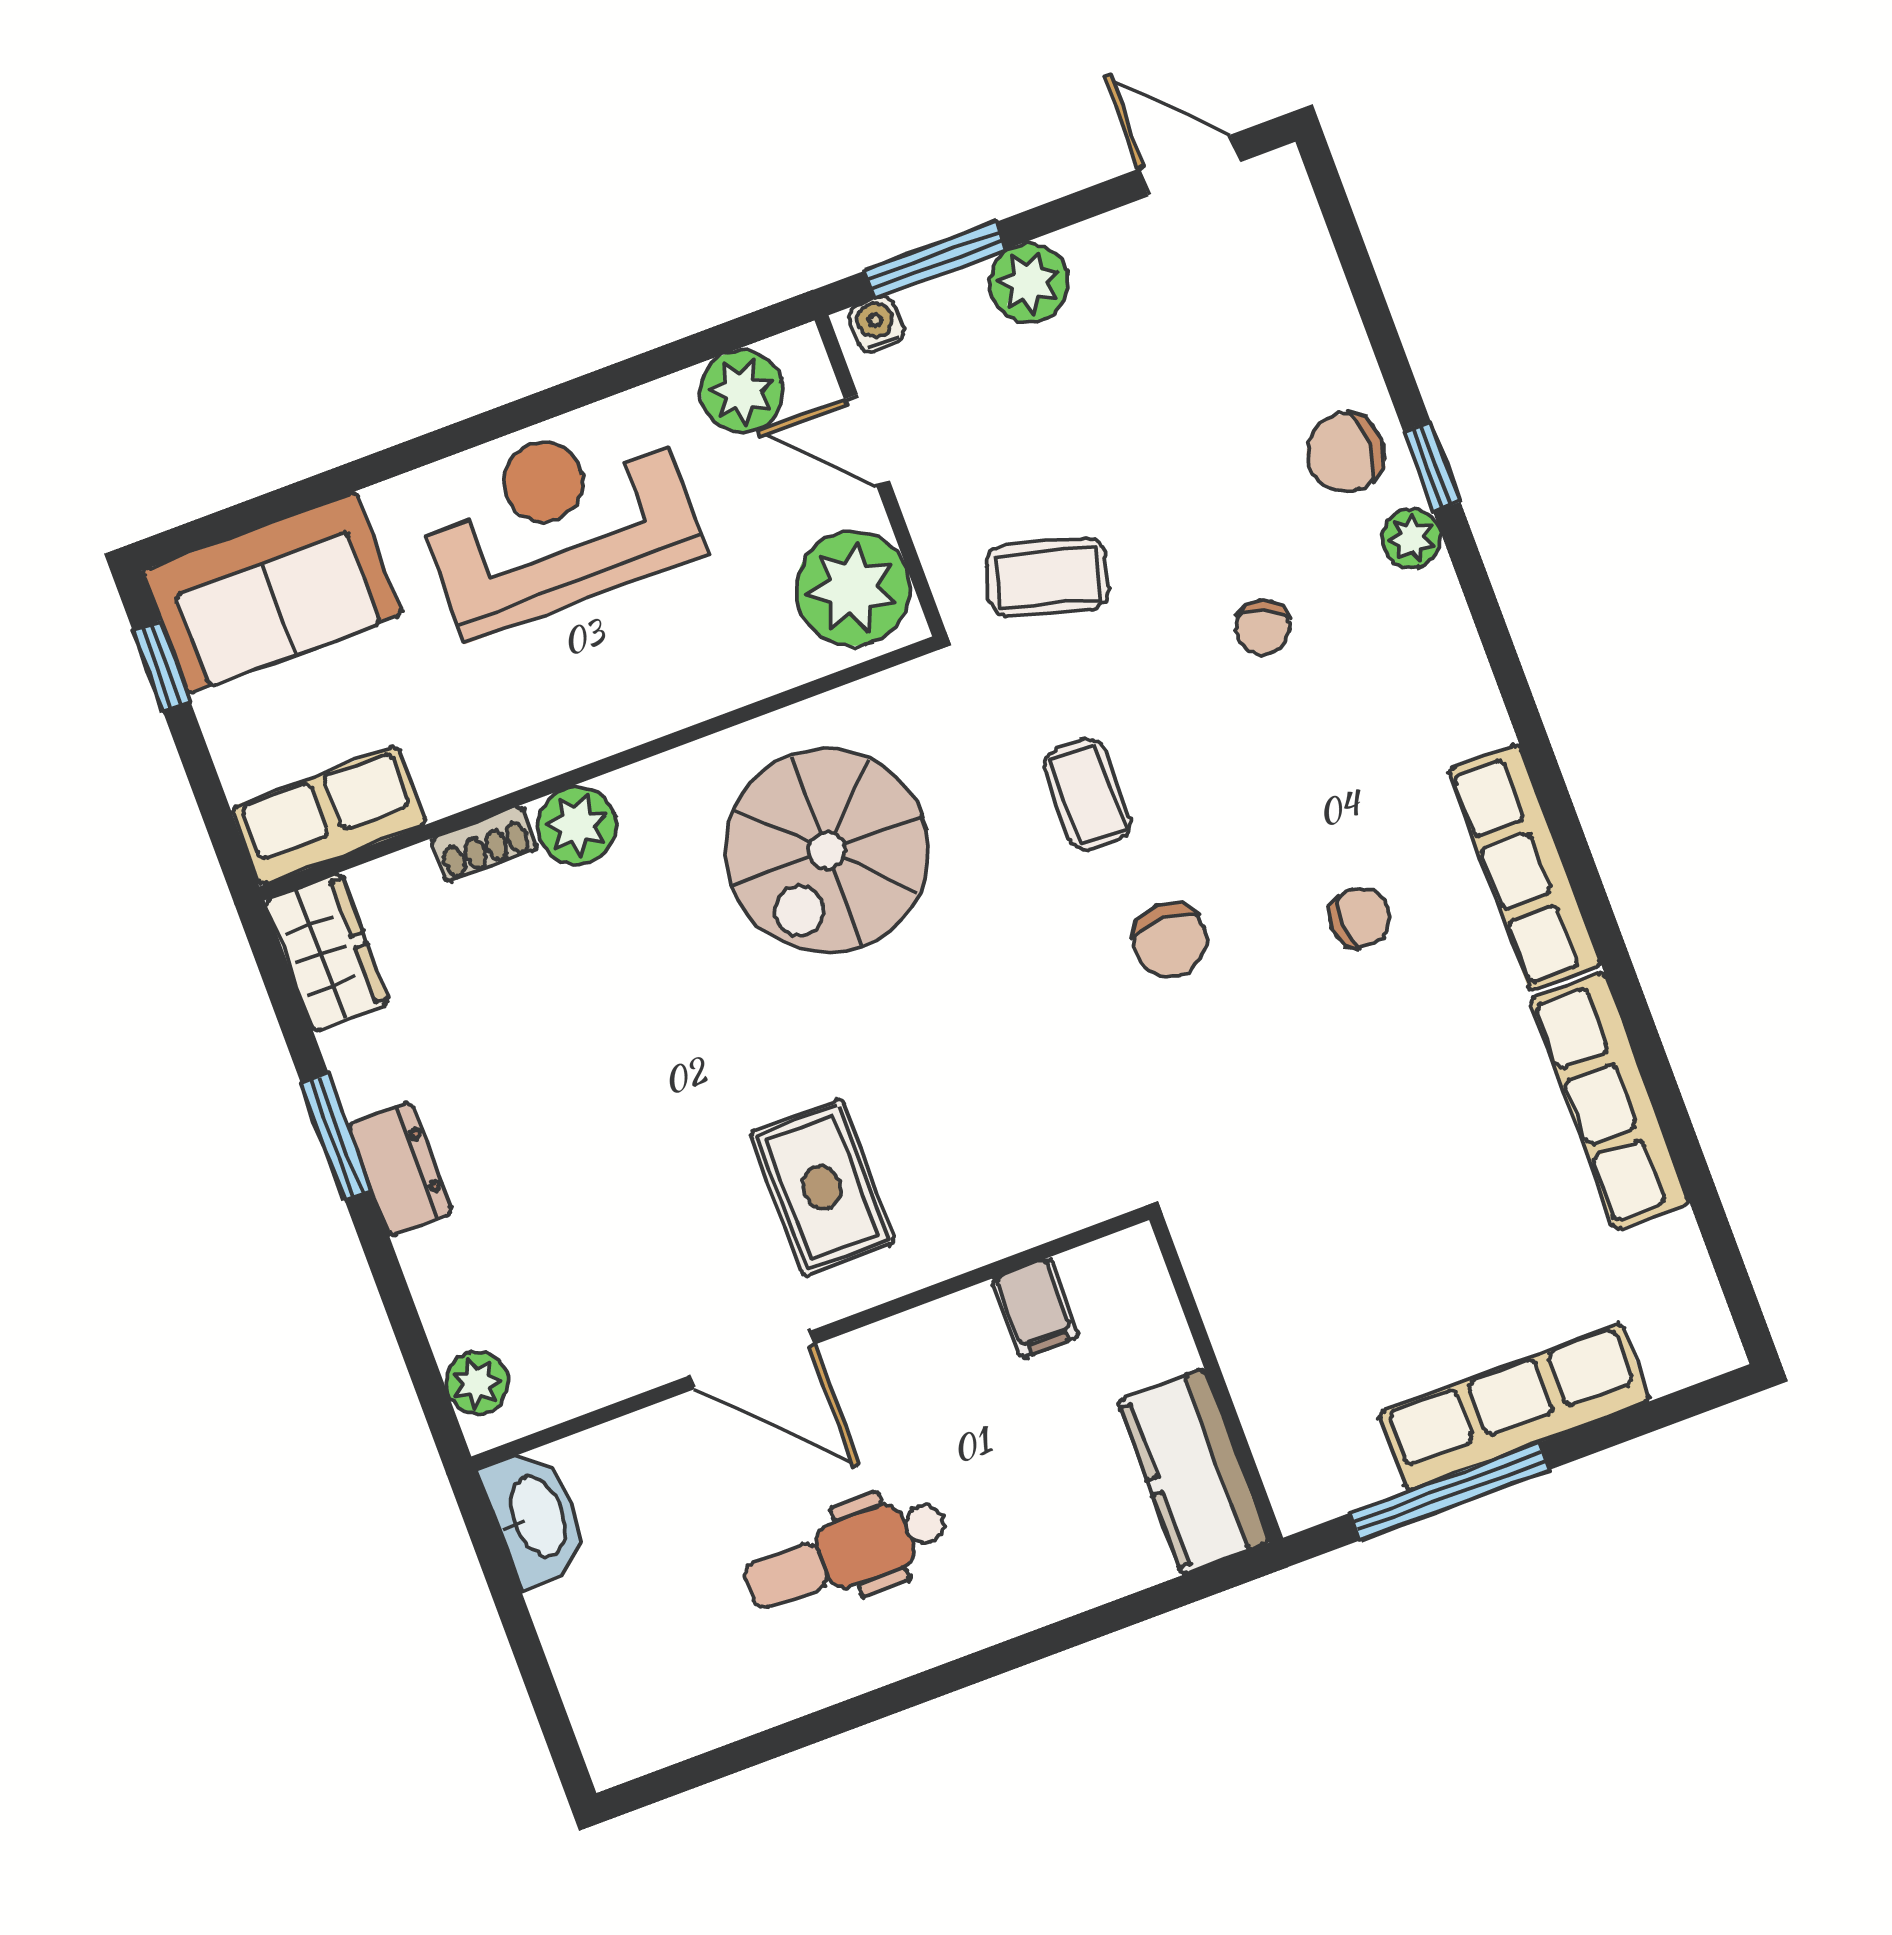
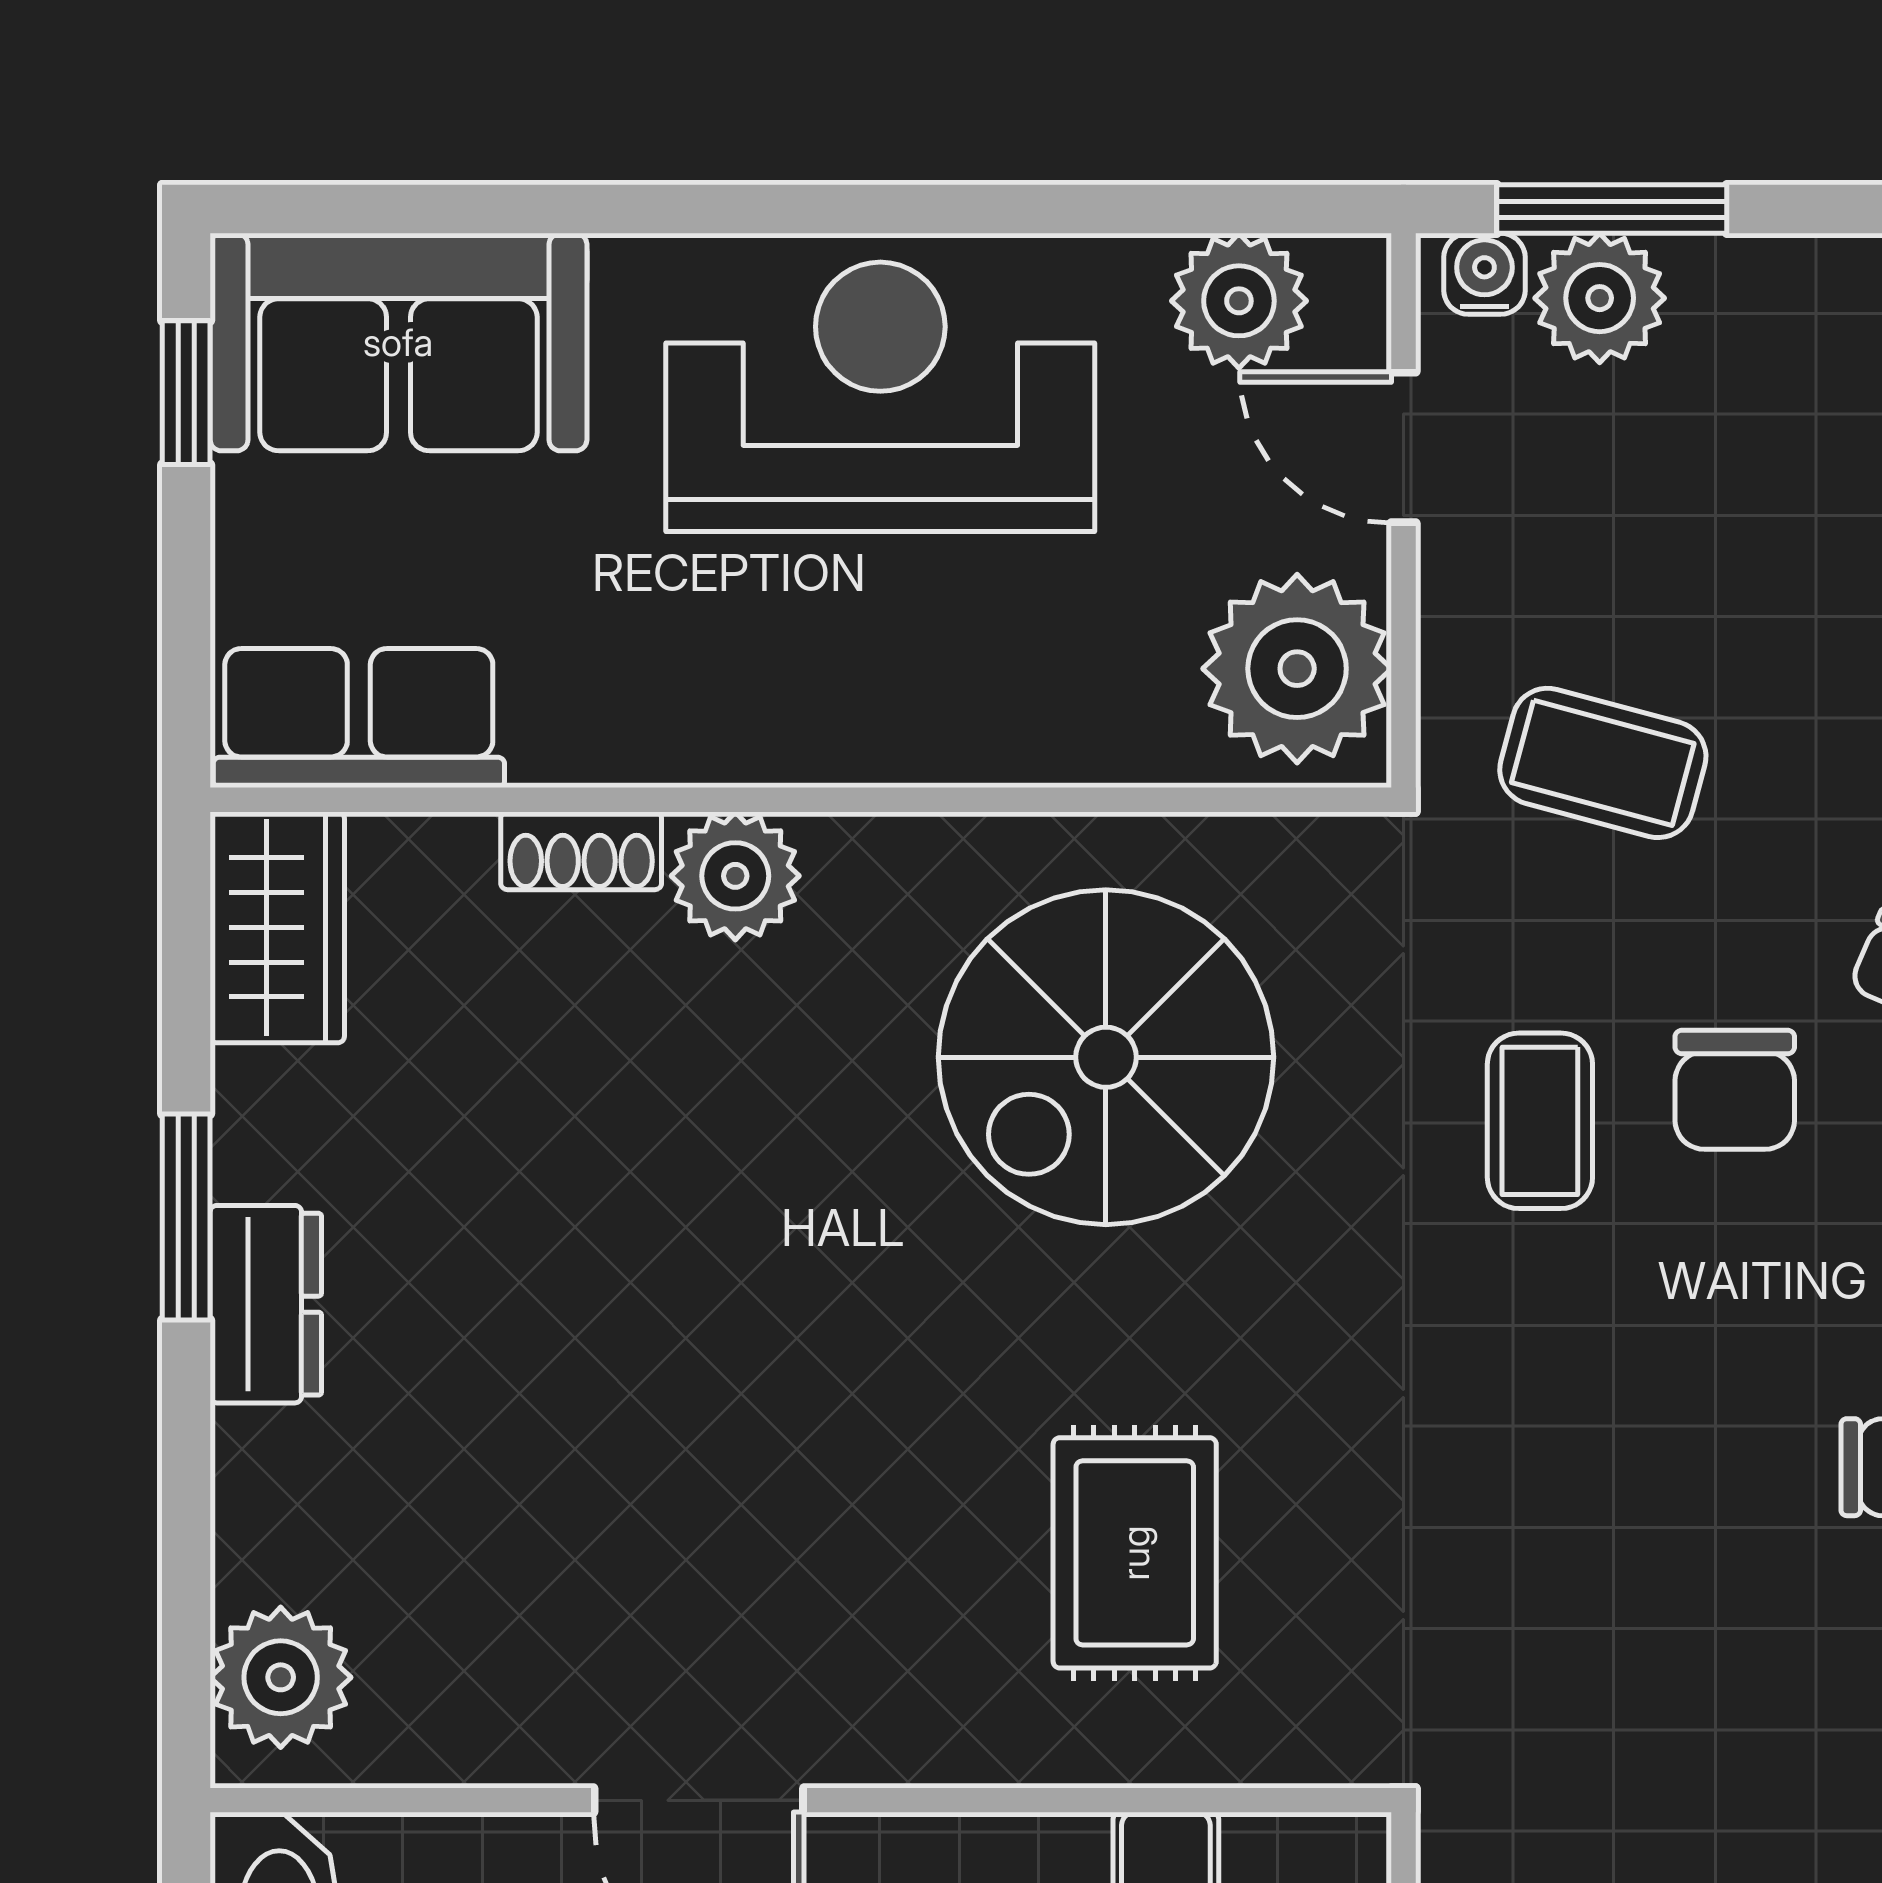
plant: (1029, 283) -> (1600, 298), moved
chair: (1170, 940) -> (1735, 1090), moved
rug: (822, 1188) -> (1135, 1553), moved
plant: (477, 1383) -> (281, 1677), width x1.38, depth x1.38

